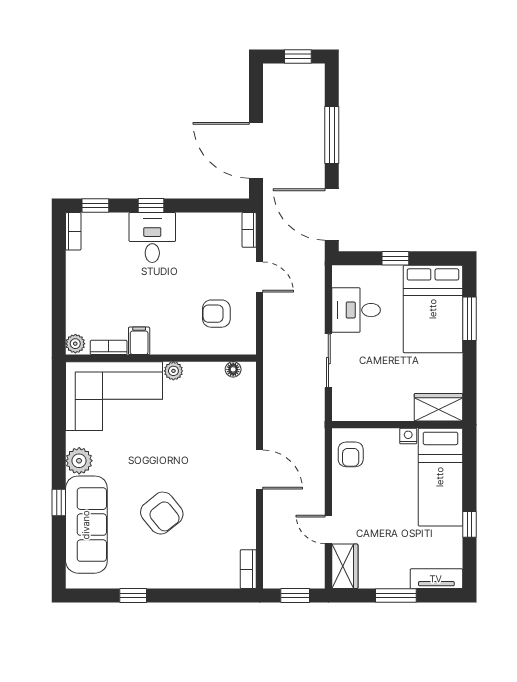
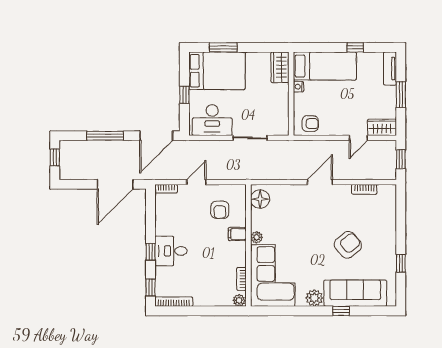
bookcase: (73, 231) -> (174, 302), width x1.56
desk: (356, 310) -> (212, 120), width x1.37
filing cabinet: (139, 341) -> (237, 234), moved
floor lamp: (233, 369) -> (260, 199), width x1.89, depth x1.89
bookcase: (248, 569) -> (364, 189), moved

